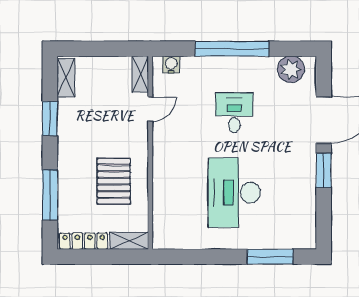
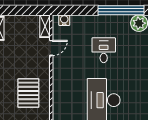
window: (232, 49) -> (121, 10), moved

